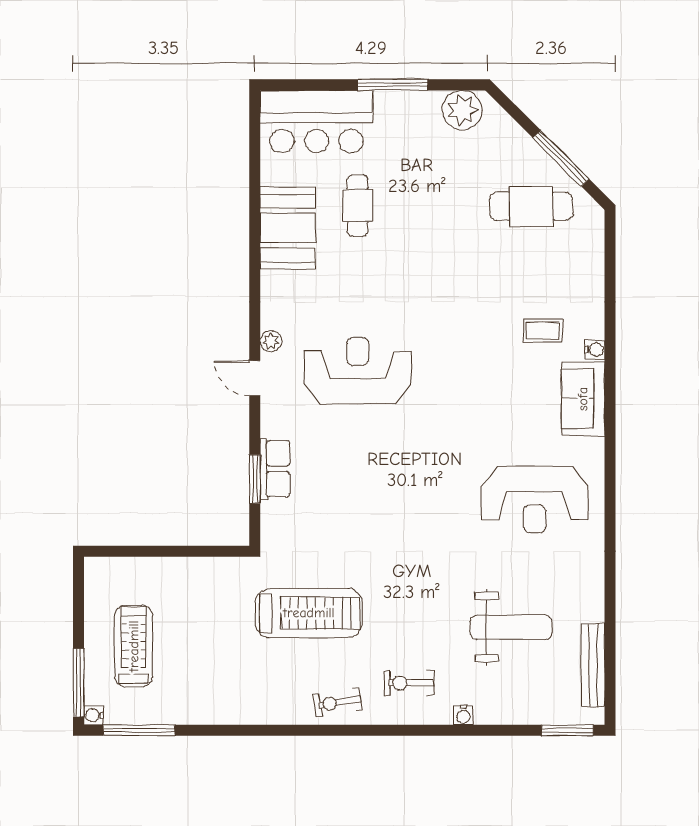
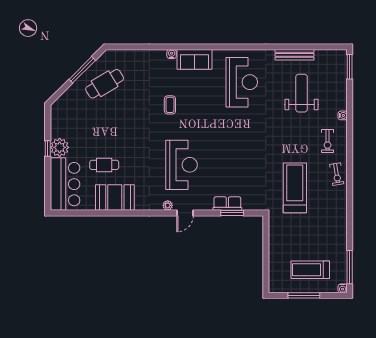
window: (393, 85) -> (48, 149), width x0.46
plant: (462, 110) -> (60, 147), moved
cafe table: (531, 206) -> (105, 84), turned 59
coffee table: (543, 331) -> (170, 105), moved
reception desk: (358, 371) -> (182, 165), turned 180
bench: (593, 665) -> (295, 55), moved
window: (79, 683) -> (304, 295), moved

